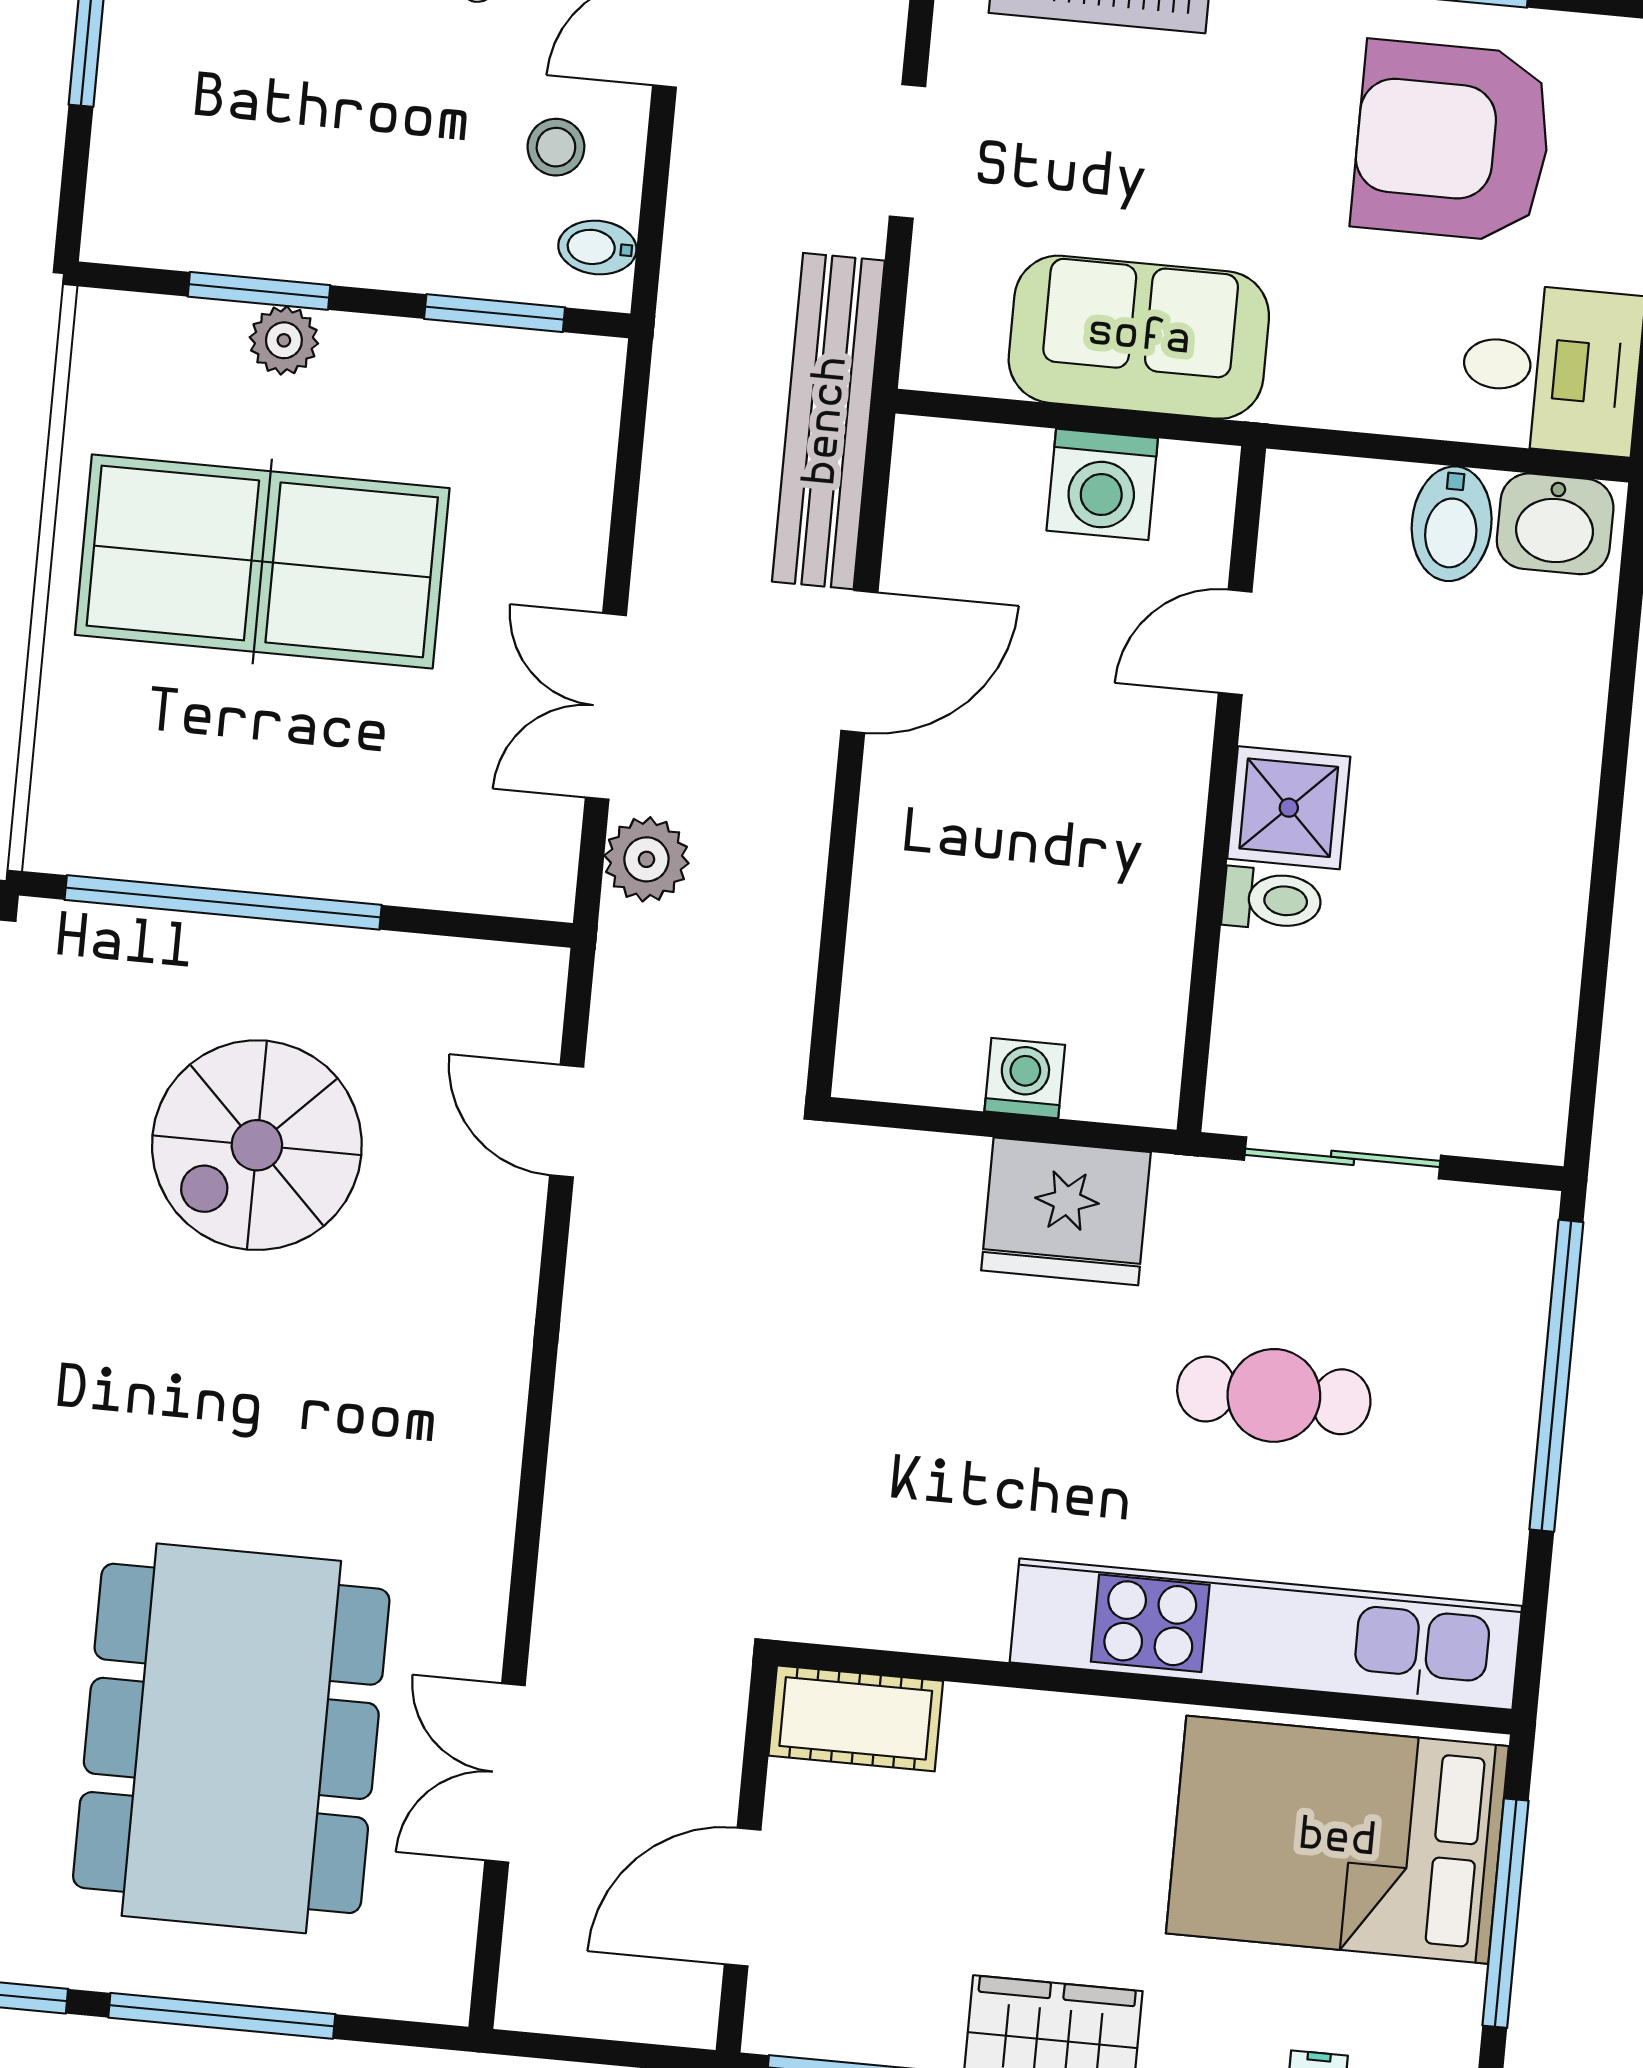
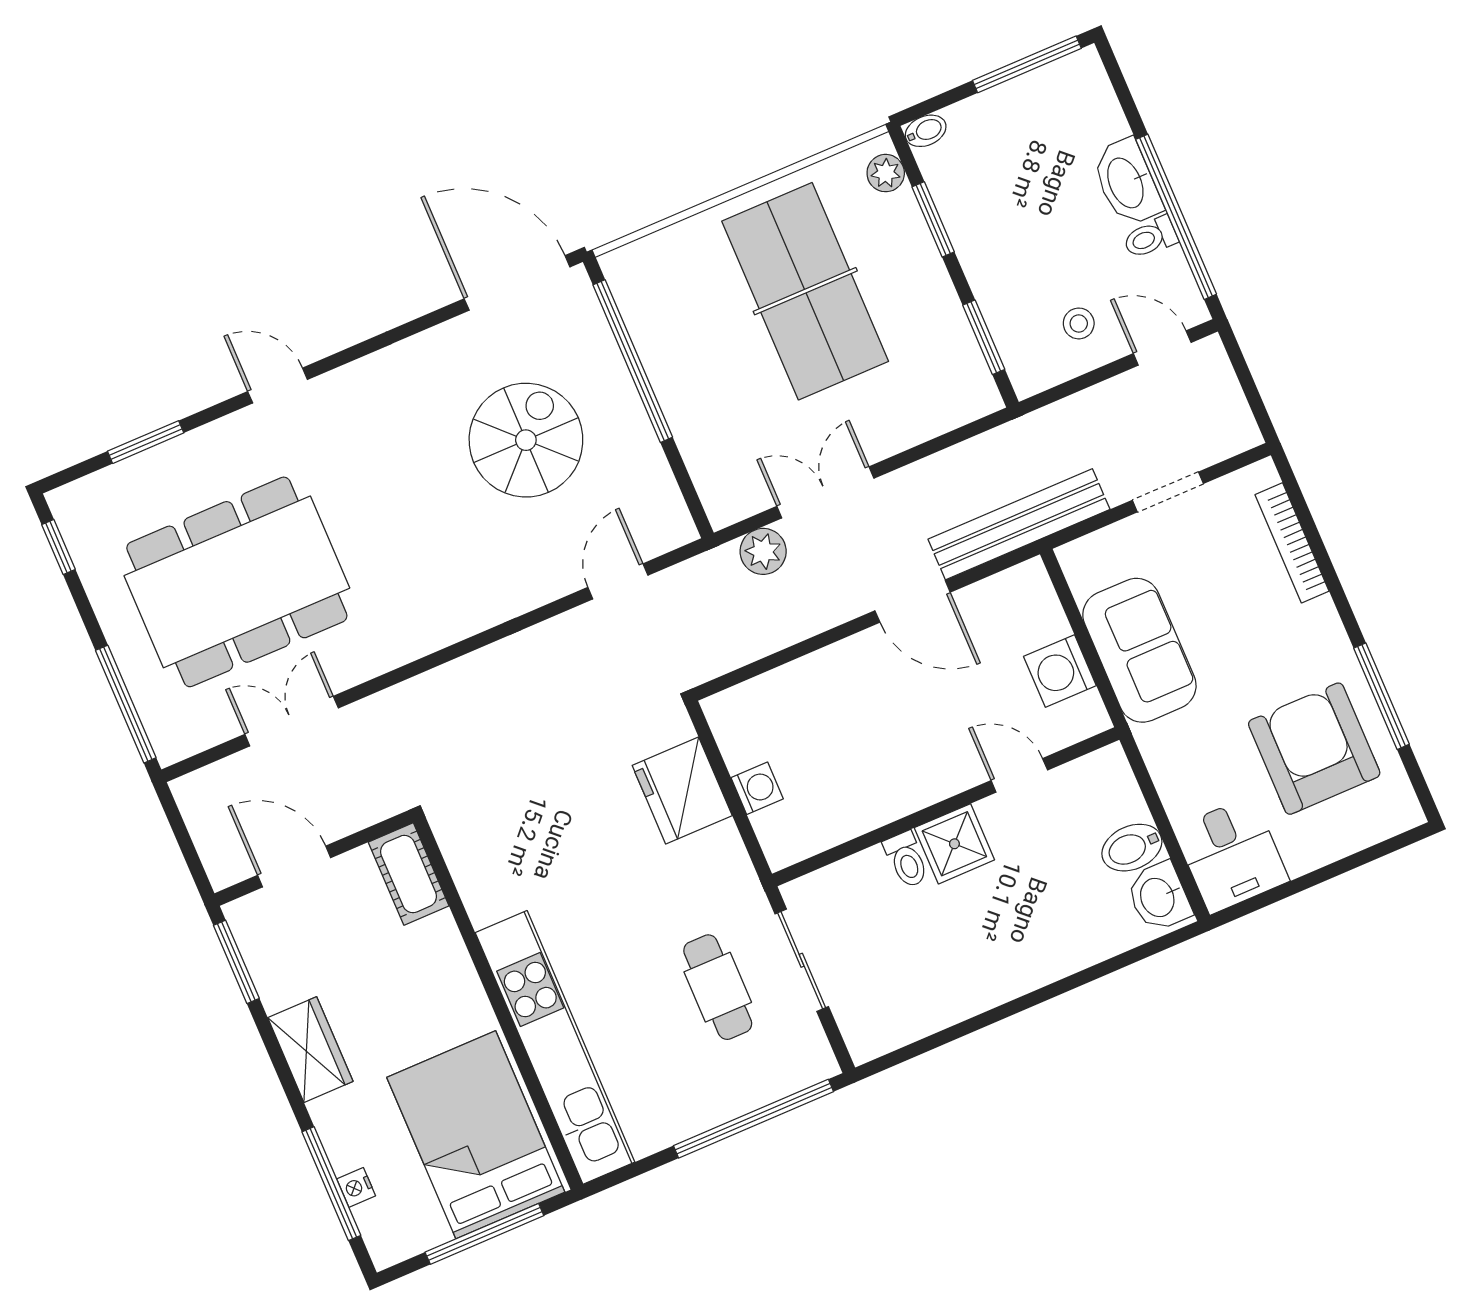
bidet: (597, 247) -> (926, 131), moved, turned 90
plant: (284, 340) -> (886, 173), moved
spiral stairs: (257, 1145) -> (526, 440), turned 90
fridge: (1066, 1211) -> (682, 791), moved
cafe table: (1274, 1395) -> (718, 987), moved
window: (222, 2016) -> (126, 704), moved

